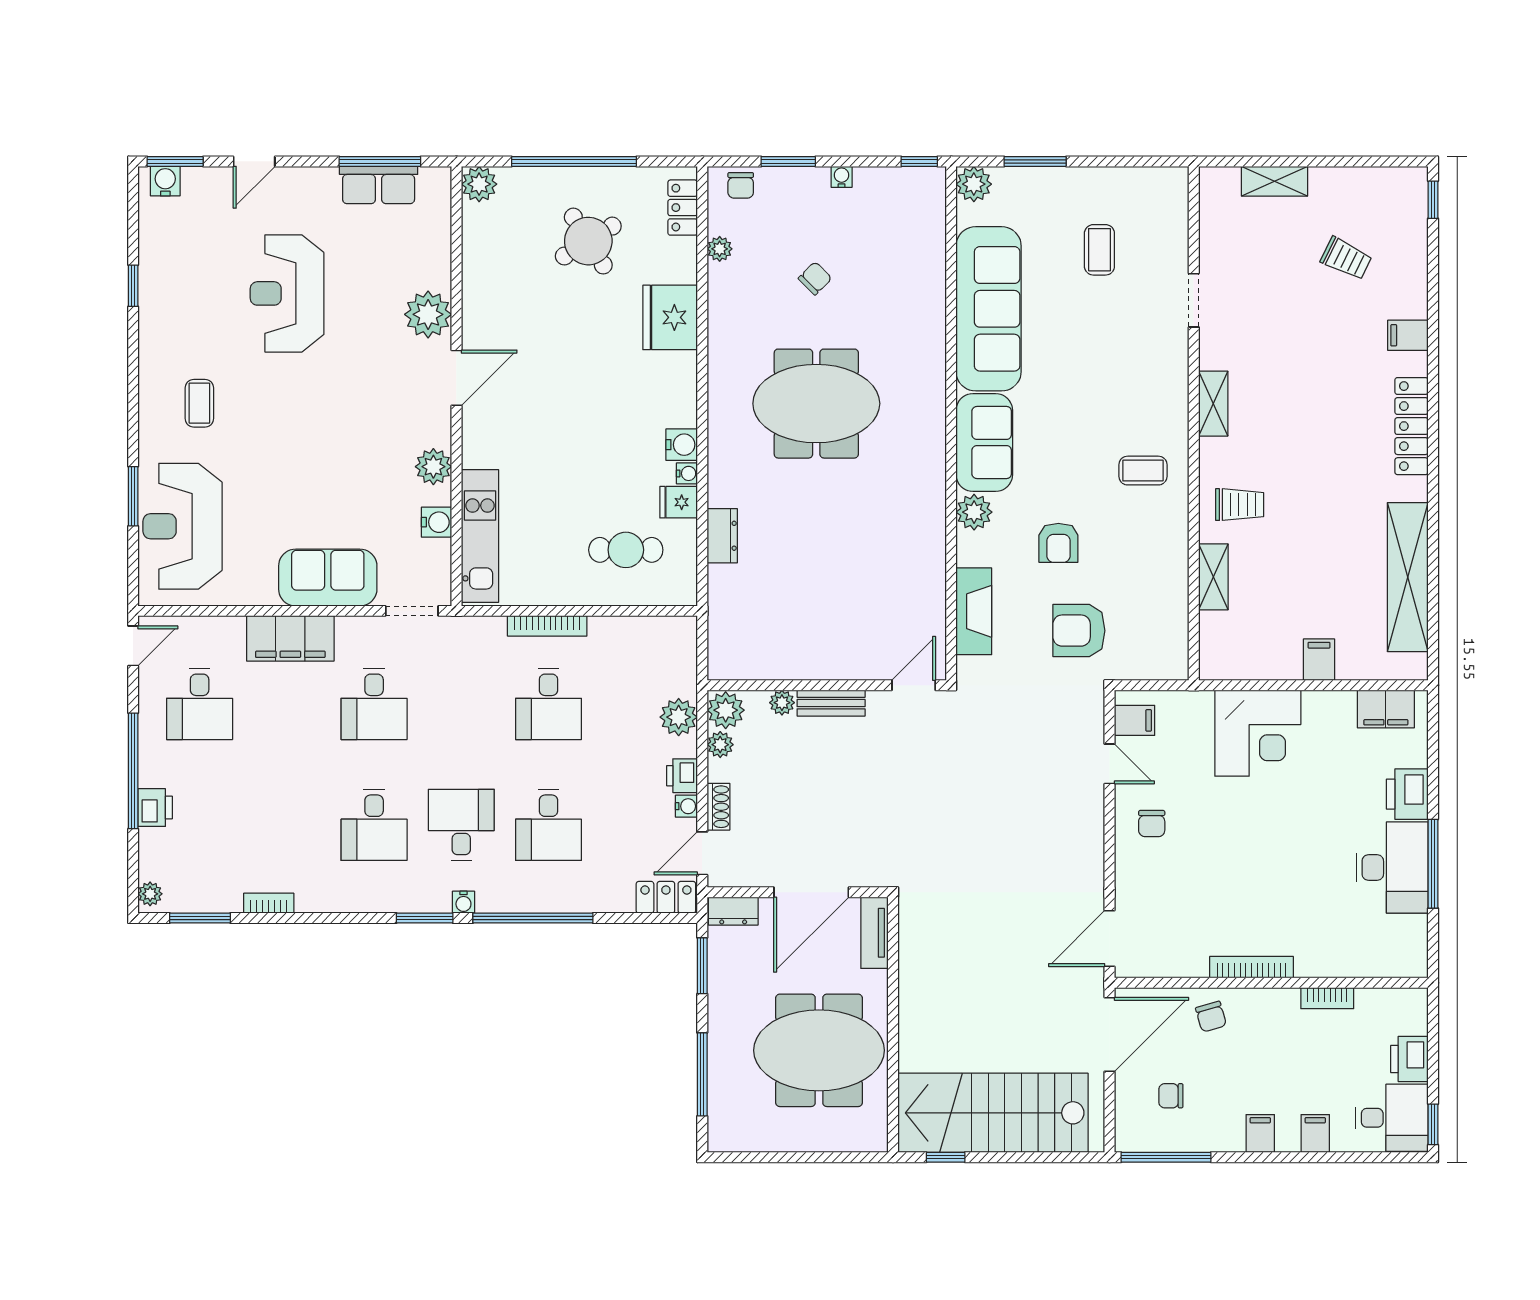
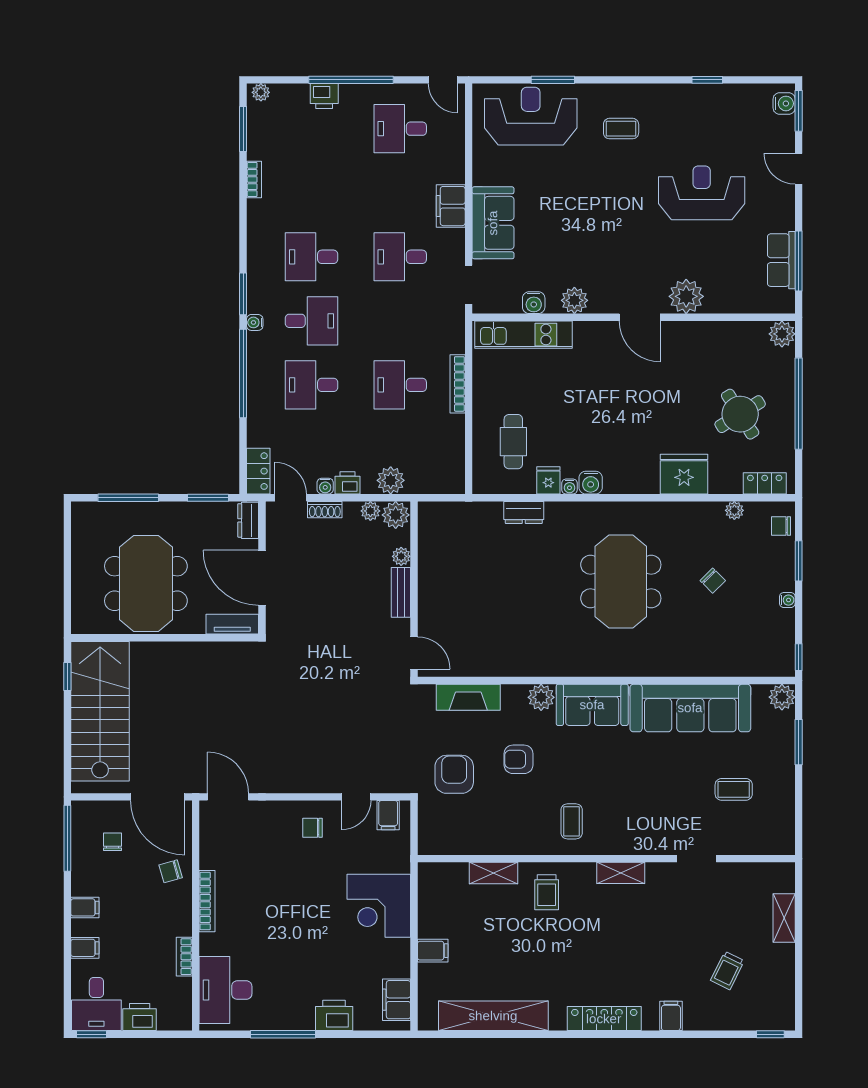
filing cabinet: (290, 638) -> (451, 206), width x0.67, depth x0.86
desk: (1392, 868) -> (225, 990), moved, turned 90

